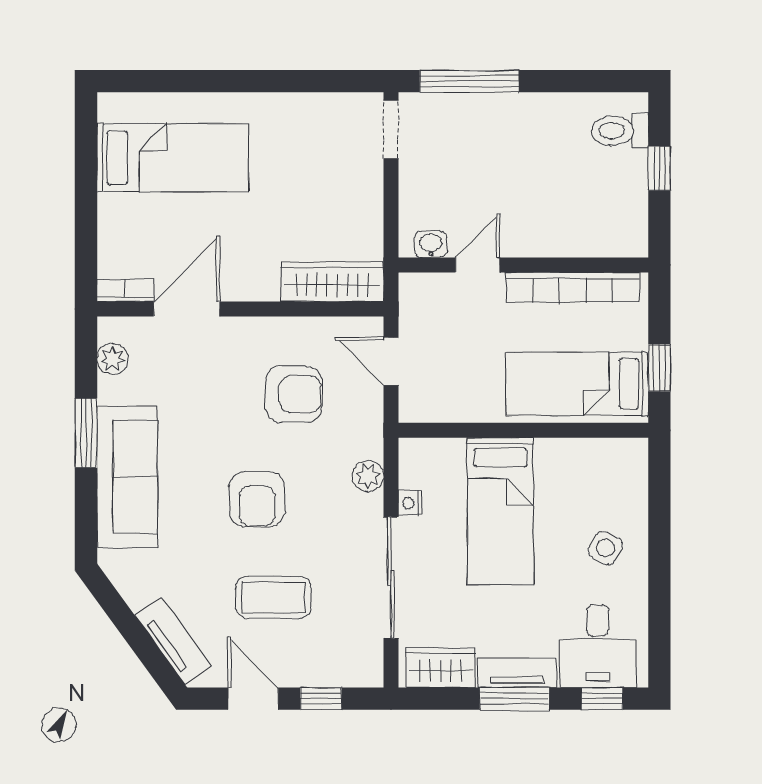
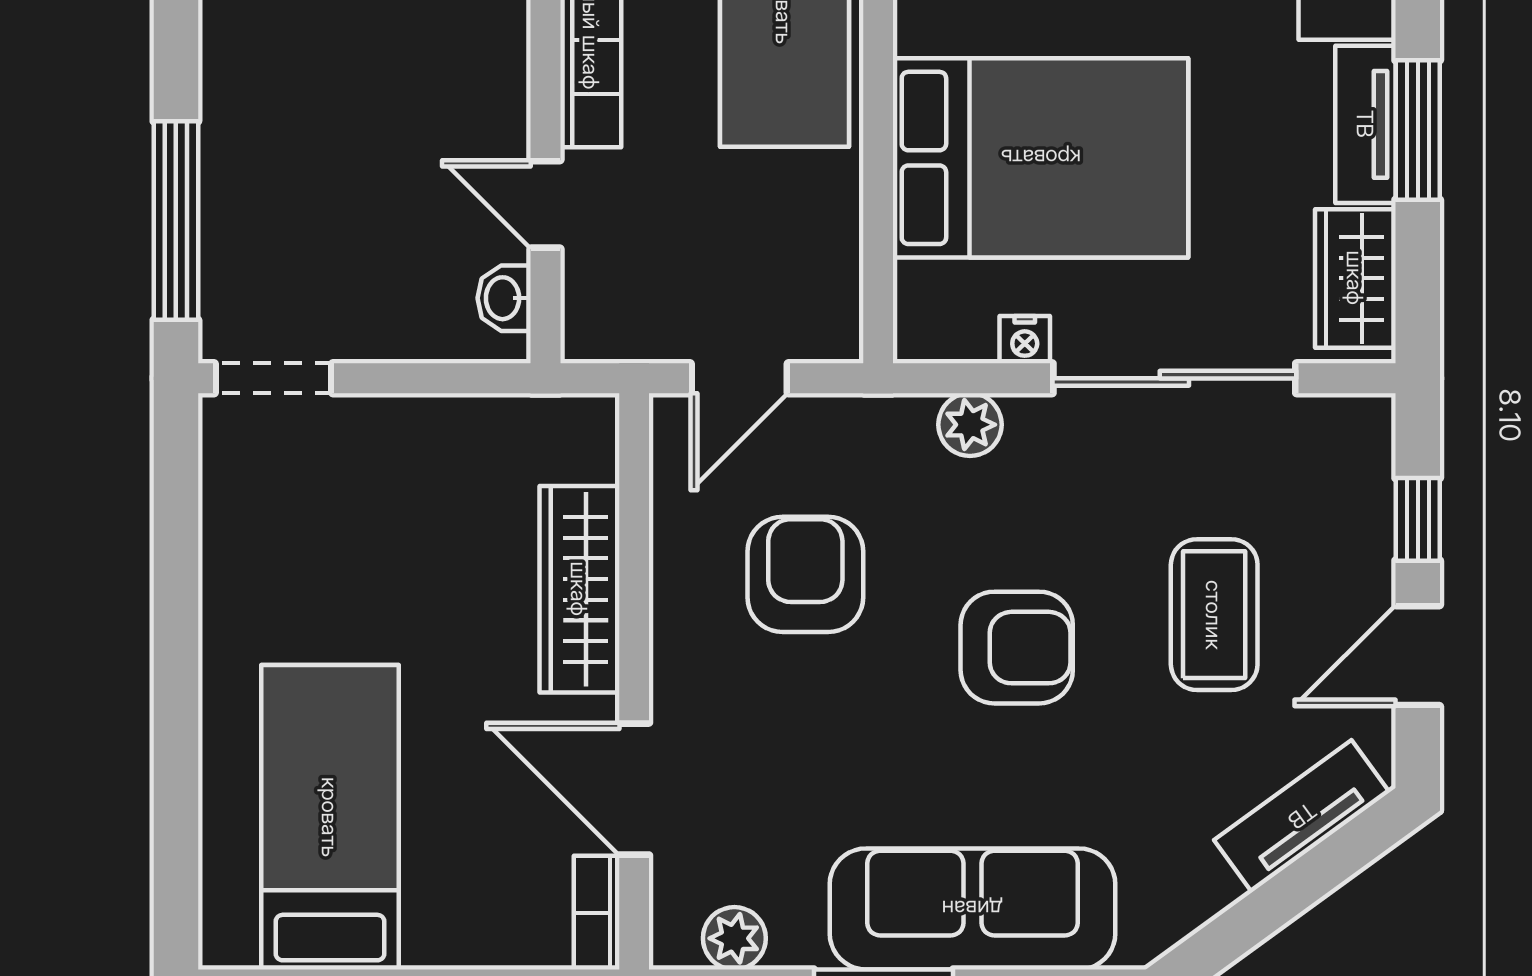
wardrobe: (332, 282) -> (579, 589), moved
bed: (501, 511) -> (1041, 158), width x1.50

